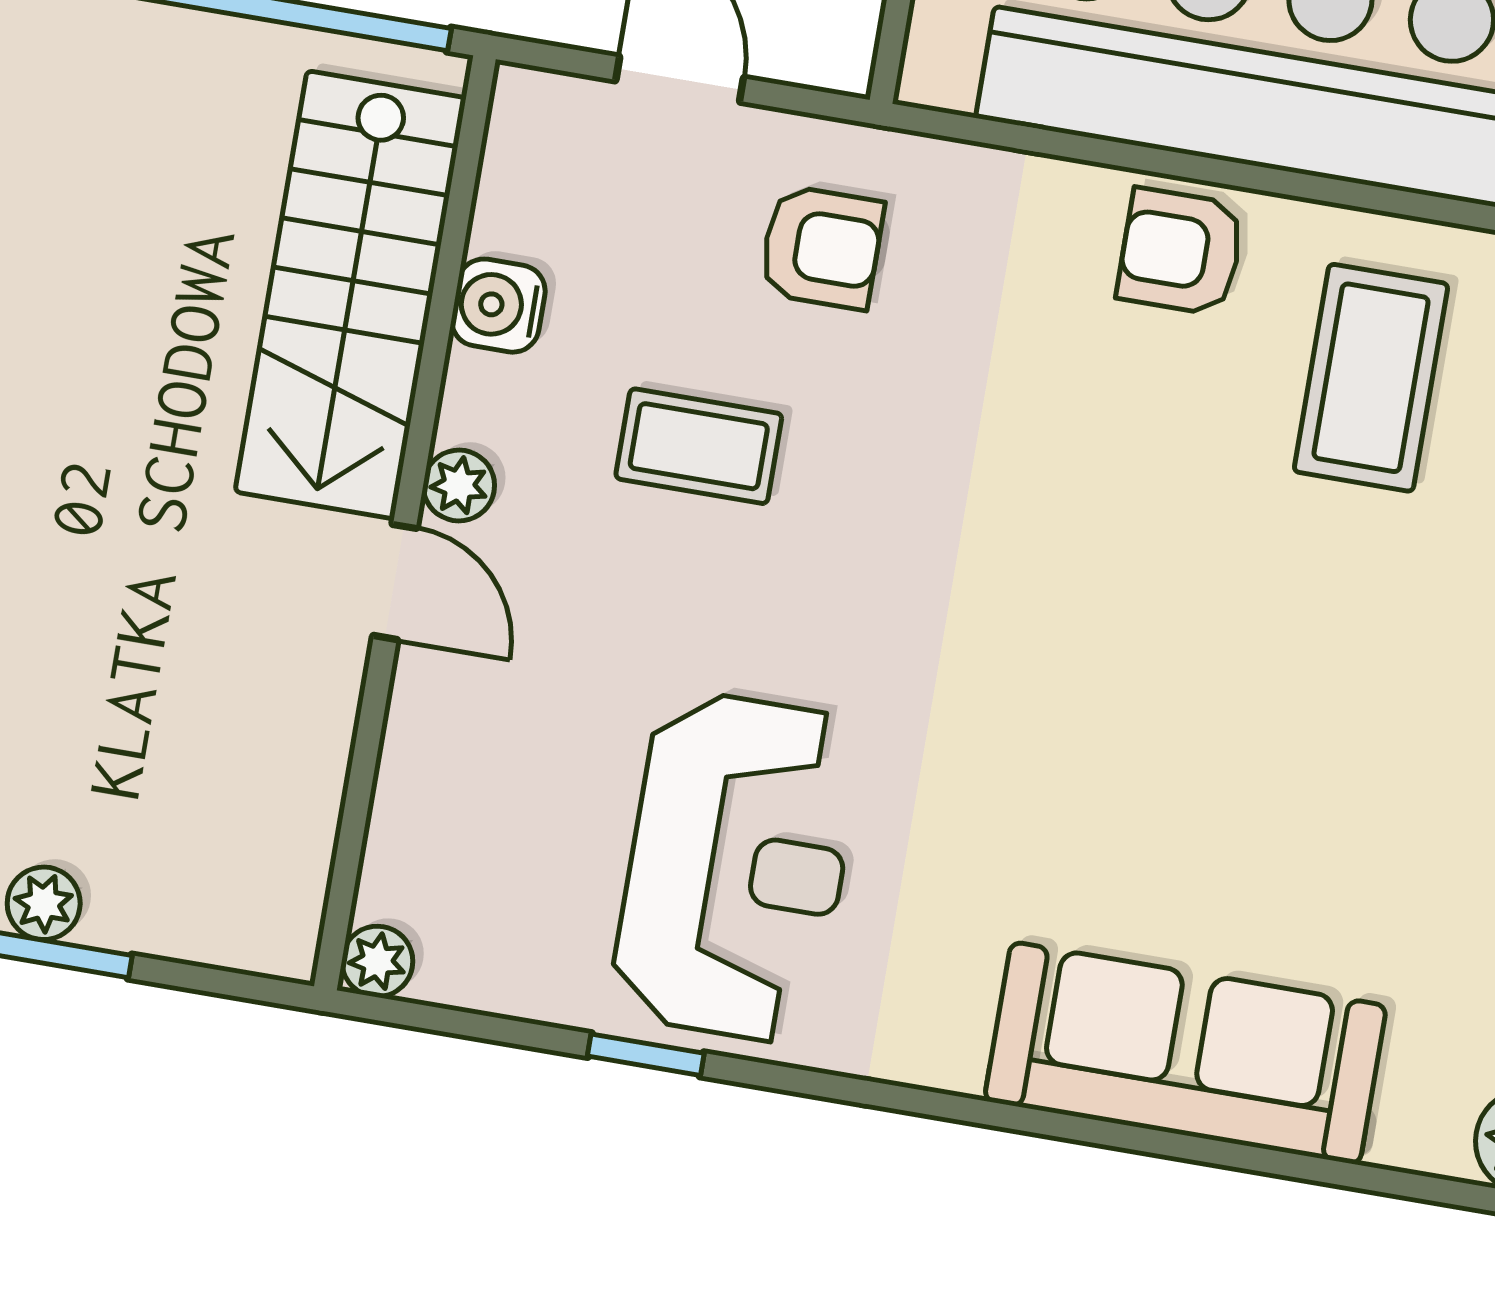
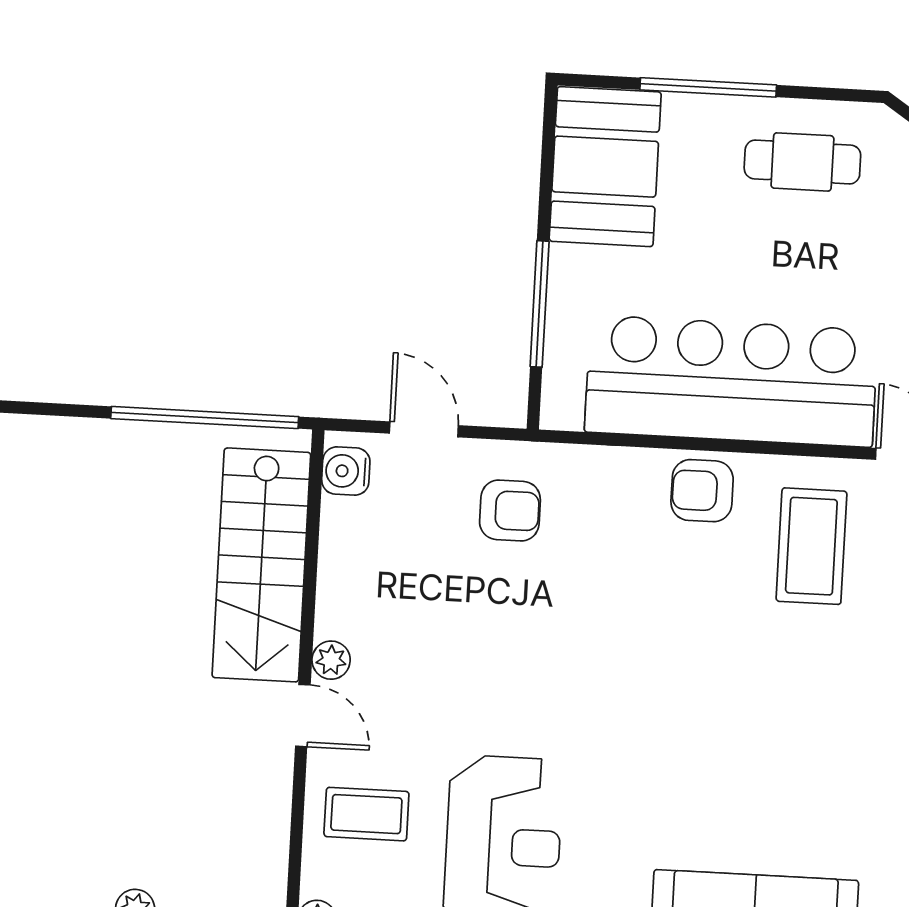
water cooler: (498, 306) -> (346, 471), moved
coffee table: (699, 446) -> (366, 814), moved

